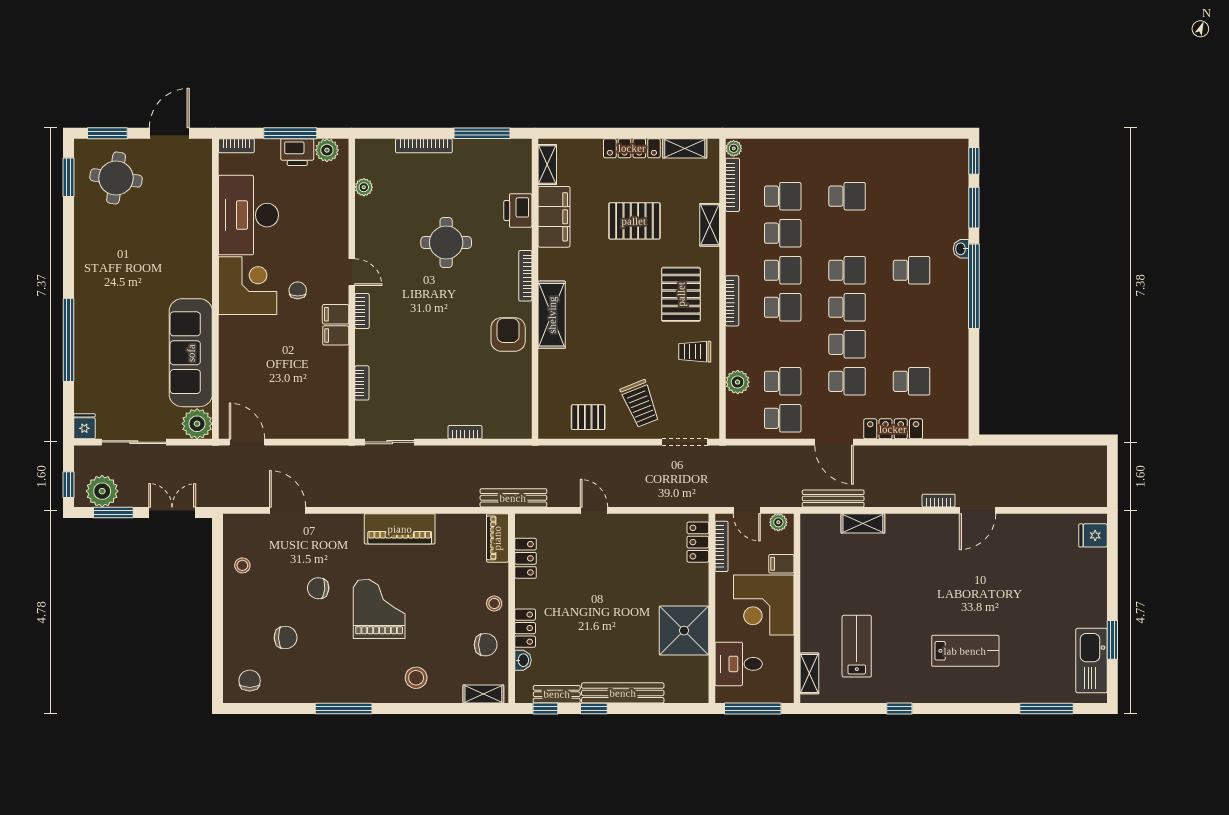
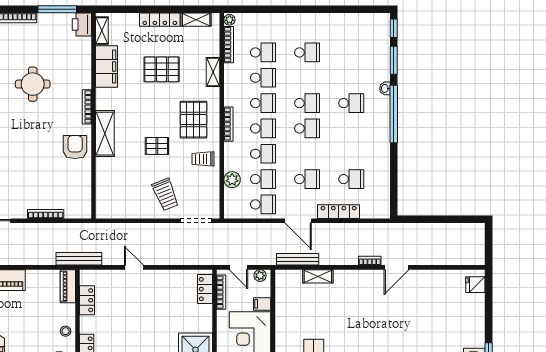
printer: (518, 210) -> (82, 25), moved
school desk: (847, 344) -> (263, 154), moved
pallet: (588, 417) -> (157, 146), moved
bookcase: (465, 432) -> (46, 214), width x1.56

